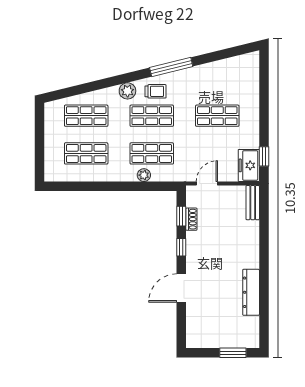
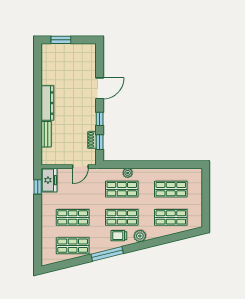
shop shelf: (217, 78) -> (73, 246), added
bench: (253, 203) -> (46, 134), moved
dresser: (251, 292) -> (47, 103), moved

